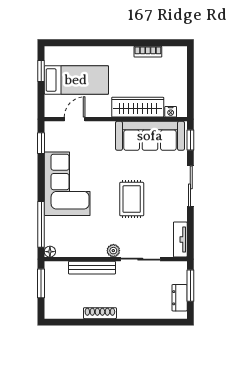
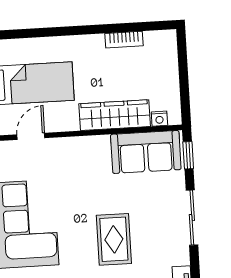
sofa: (150, 136) -> (146, 152), width x0.73

